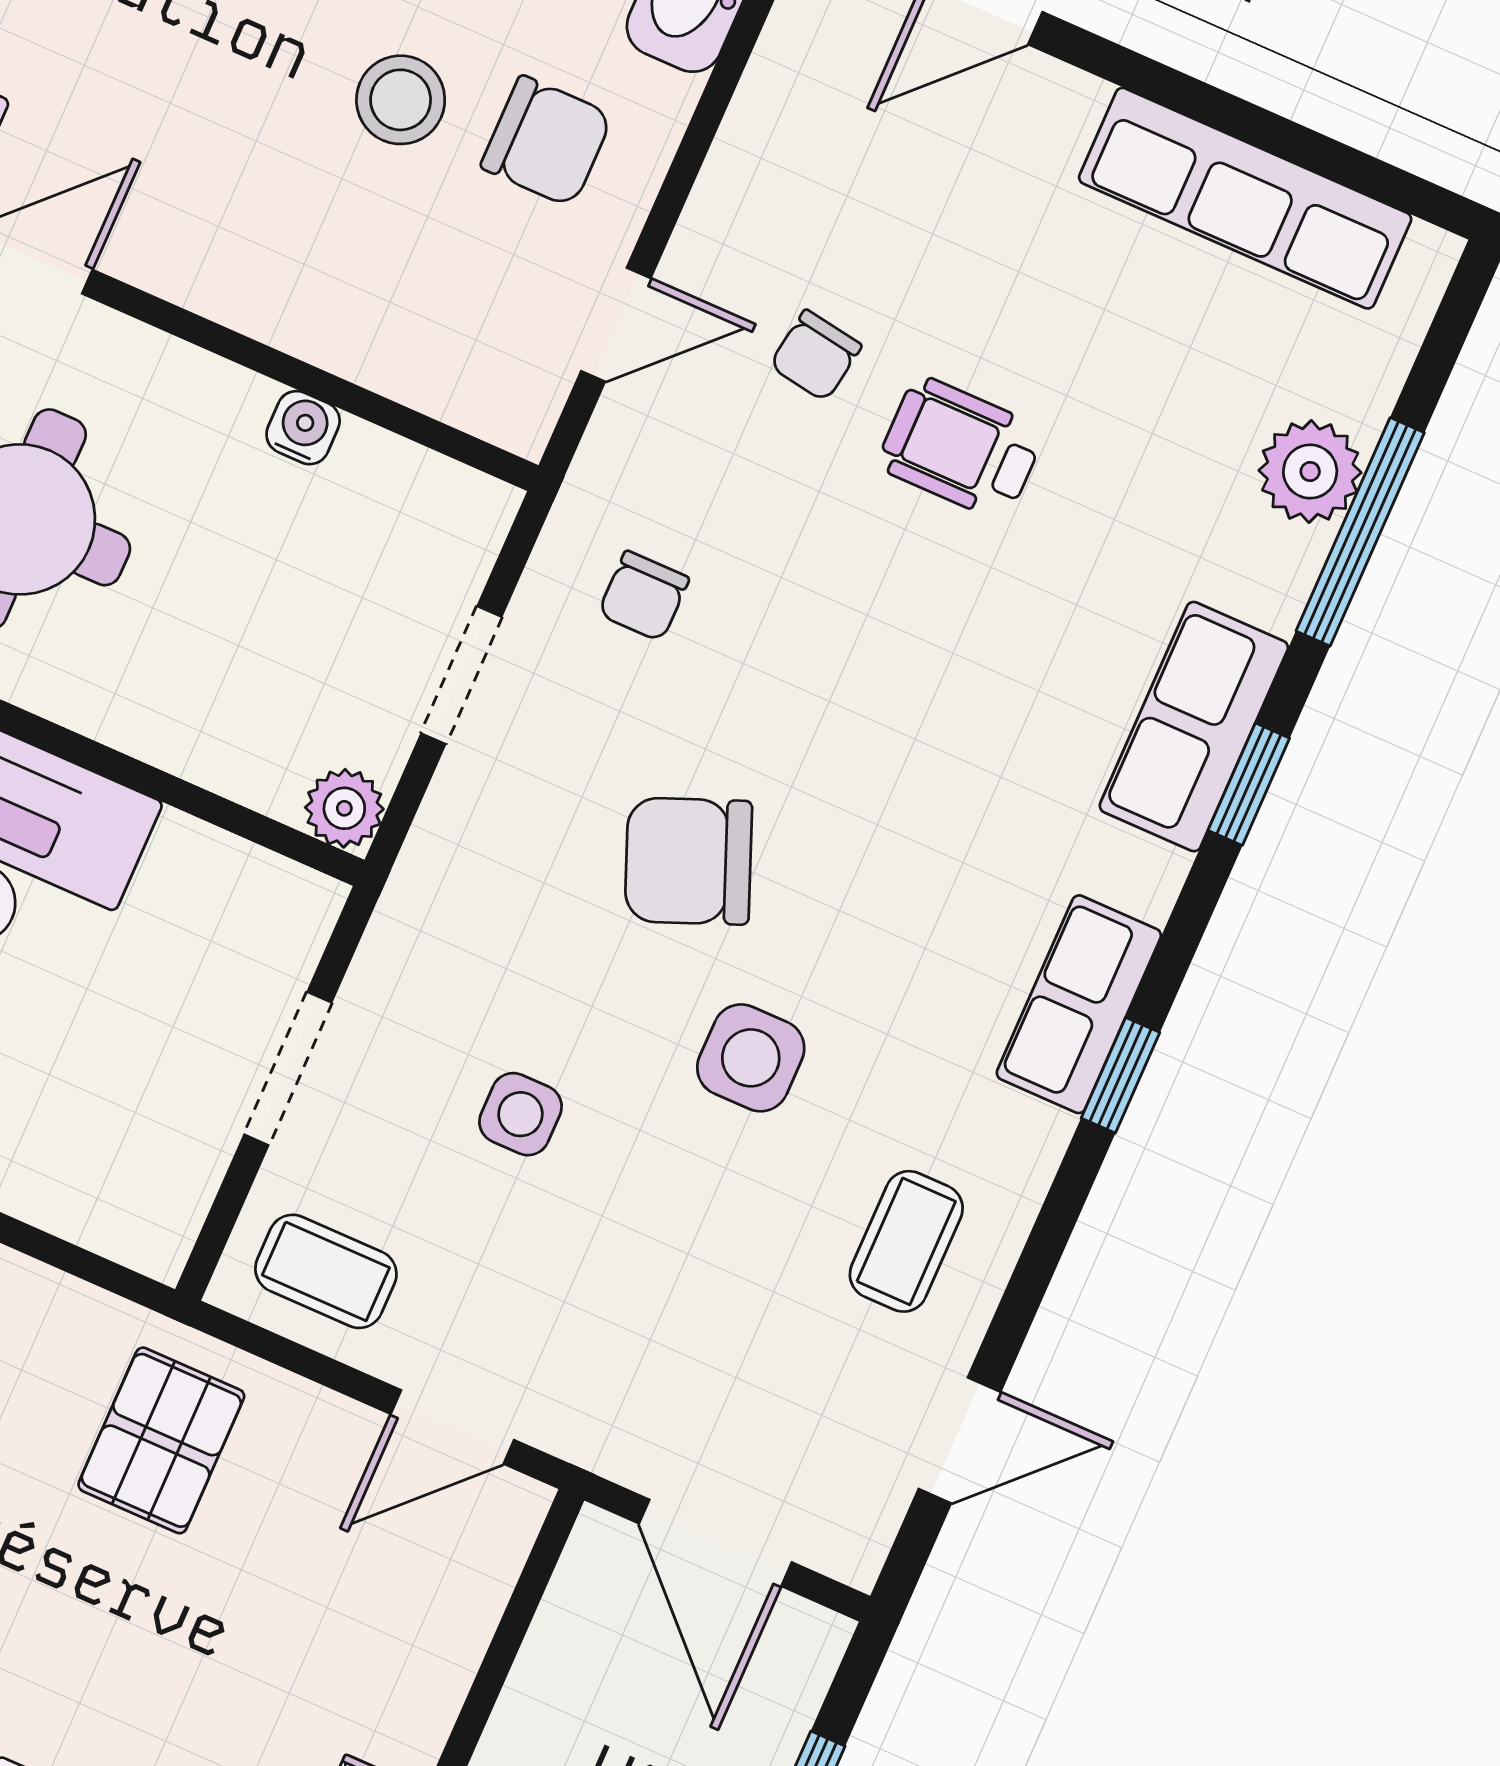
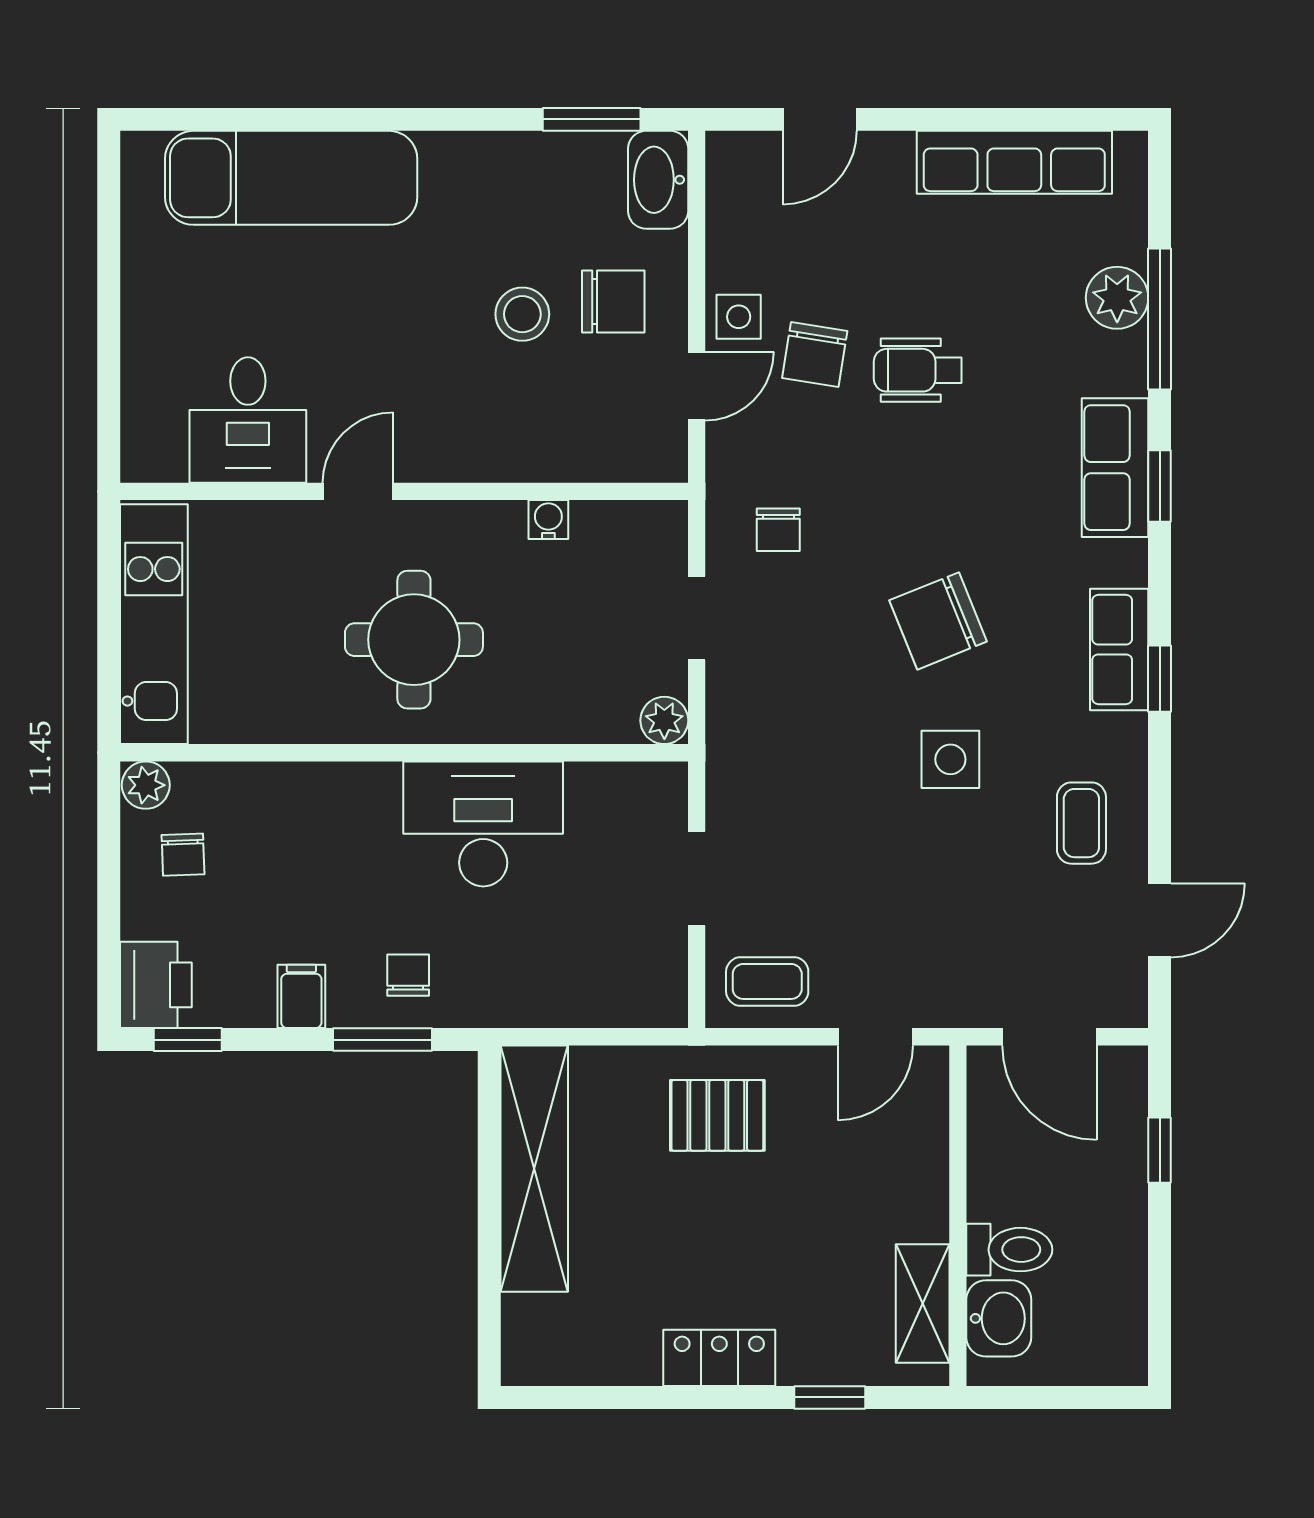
chair: (816, 356) -> (815, 354), width x1.37, depth x1.37
chair: (688, 861) -> (938, 621), moved
side table: (520, 1114) -> (739, 317), moved
pallet: (161, 1440) -> (717, 1115), turned 90

